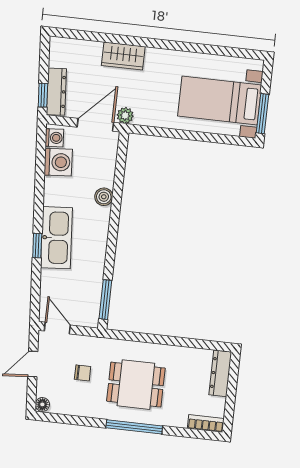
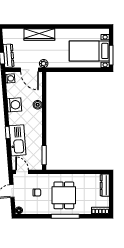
wardrobe: (123, 56) -> (39, 34), width x1.50
door: (95, 125) -> (30, 70), swing flipped
washing machine: (58, 162) -> (14, 105), moved
kitchen sink: (56, 238) -> (18, 140), moved
dining table: (136, 385) -> (64, 195), turned 90

